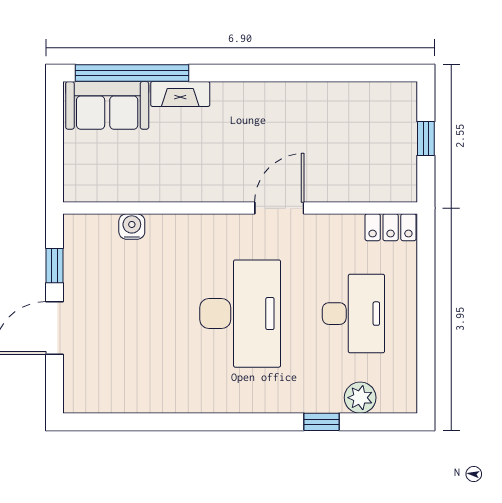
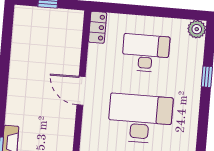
plant: (360, 398) -> (197, 29), moved

